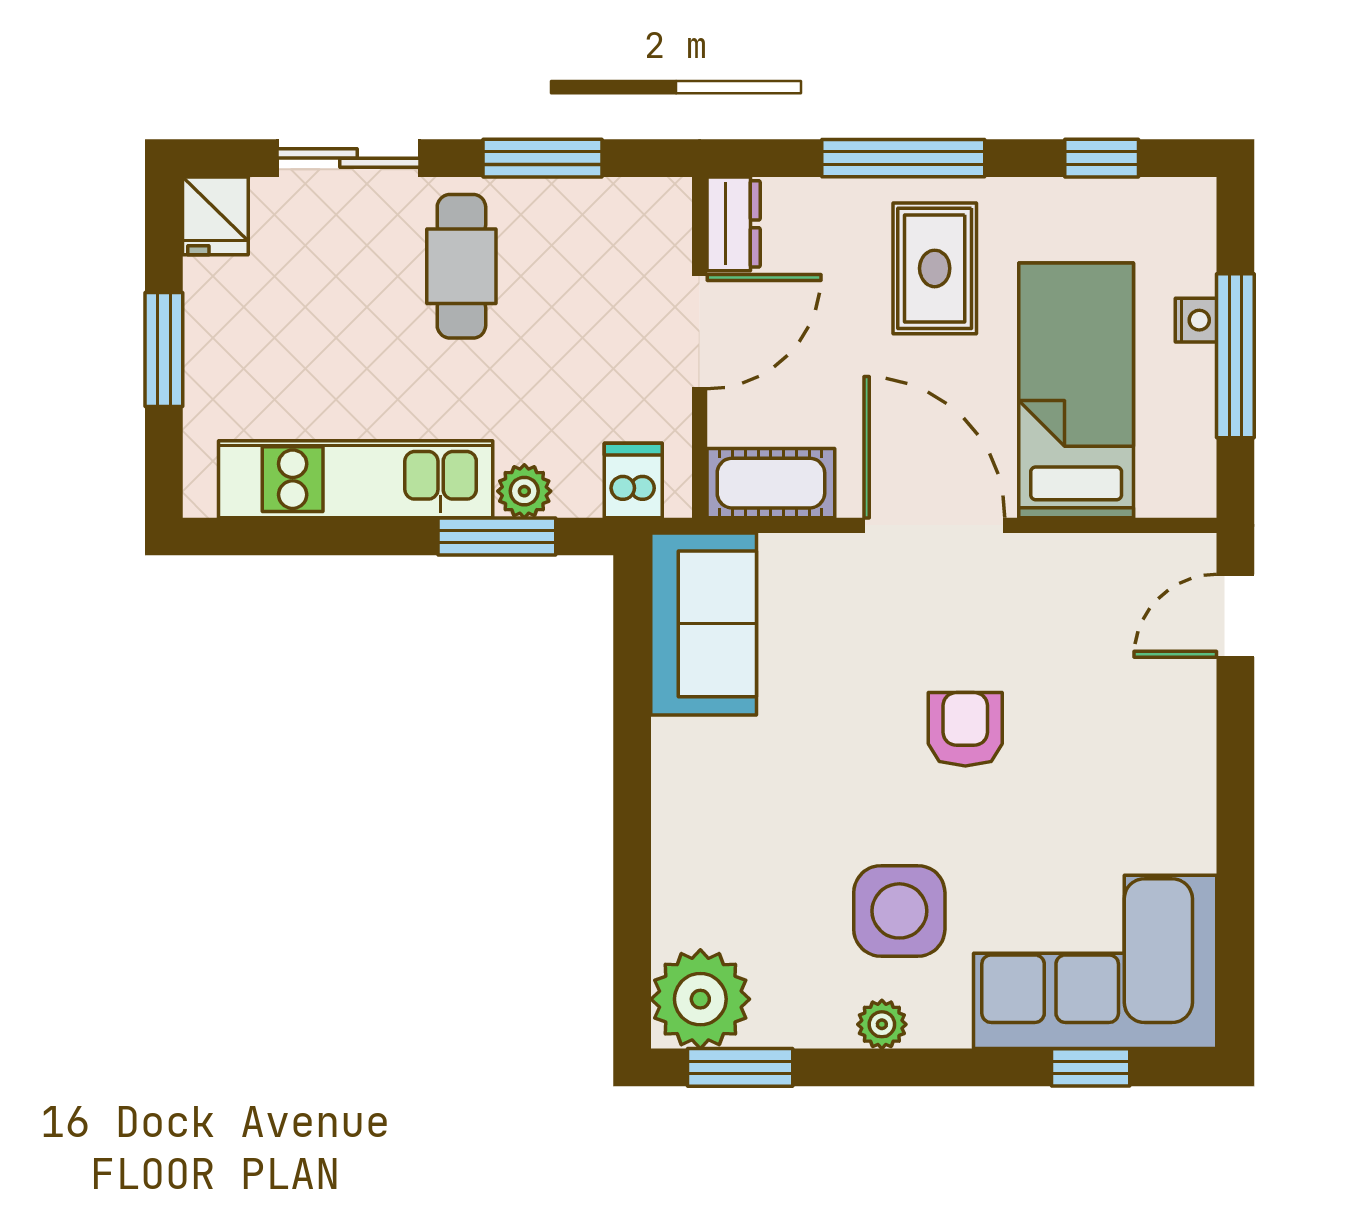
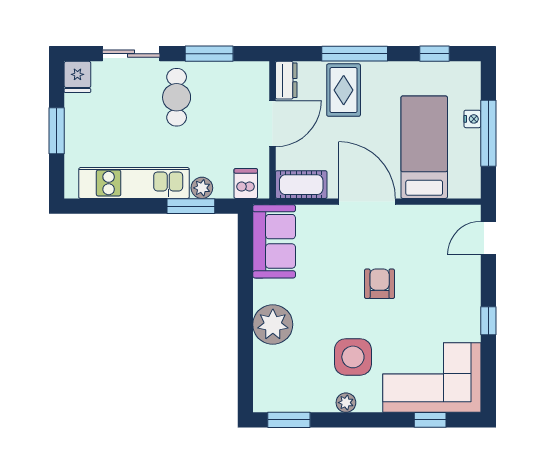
rug: (935, 268) -> (344, 90), moved
window: (1235, 821) -> (488, 321), added
plant: (700, 999) -> (273, 324), moved

